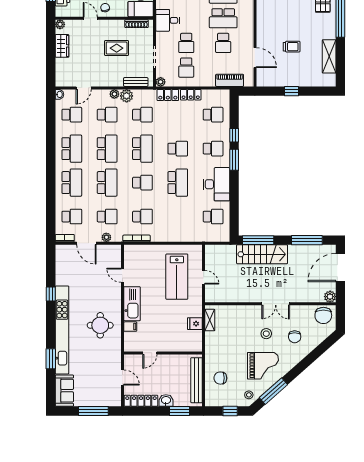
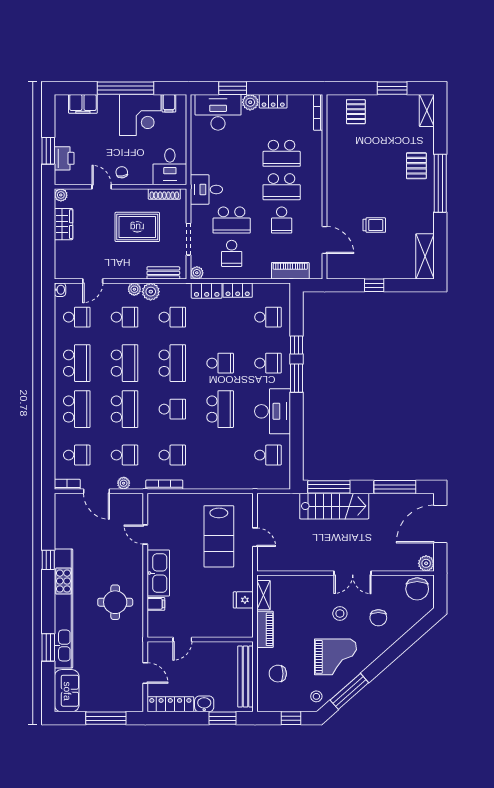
school desk: (186, 43) -> (232, 220), width x1.85
rug: (117, 48) -> (137, 227), width x1.36, depth x1.43
shelving: (329, 56) -> (425, 256), moved
piano: (211, 345) -> (265, 629), added

